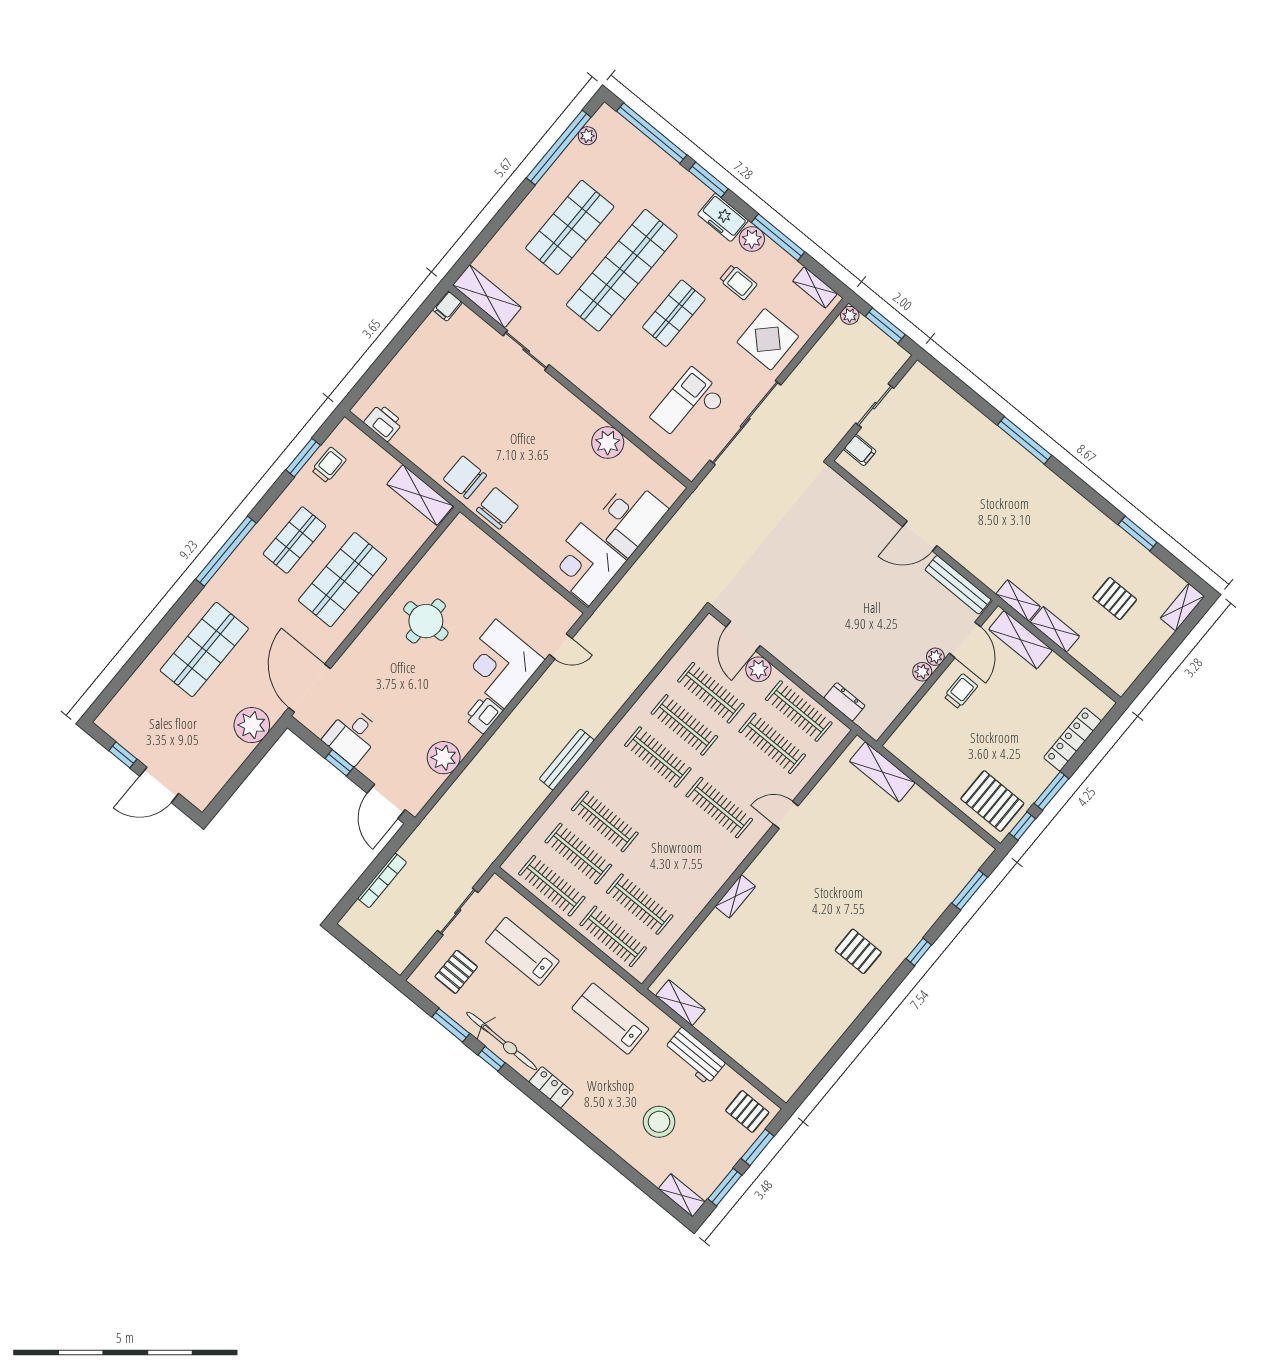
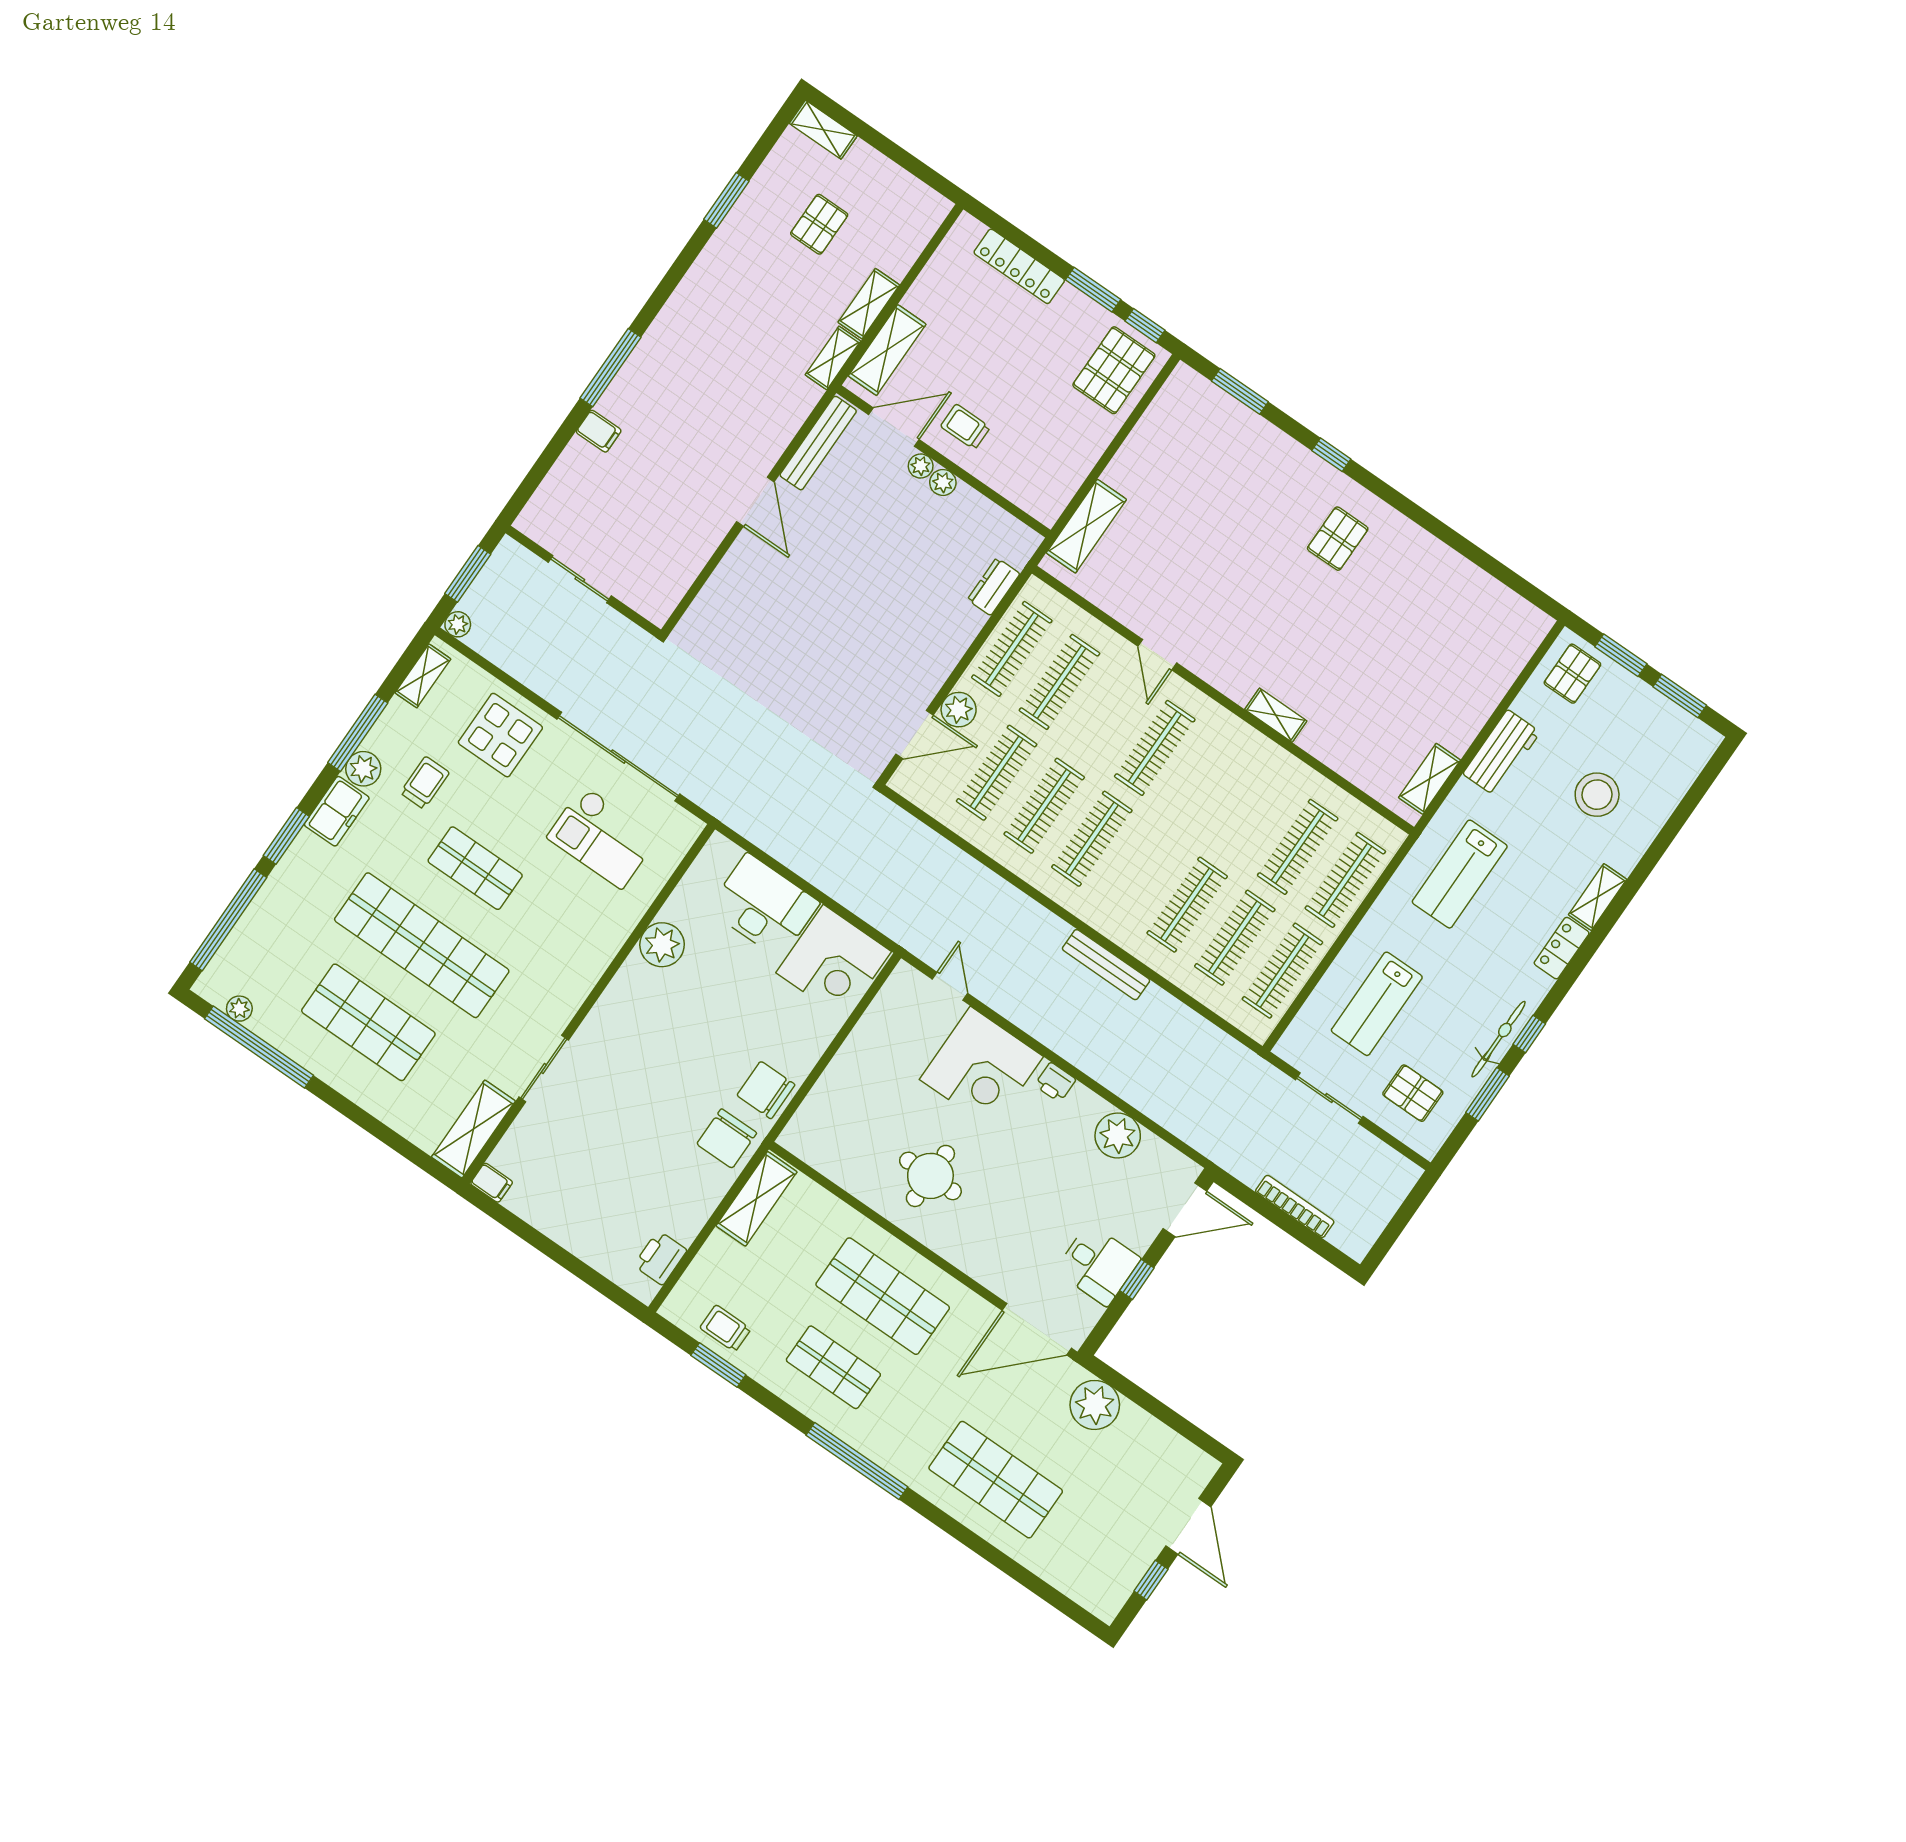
filing cabinet: (860, 450) -> (599, 431), moved, turned 90
printer: (483, 715) -> (1055, 1082), width x0.73, depth x0.81
bicycle: (502, 1041) -> (1499, 1039), width x0.73, depth x0.71
shelving: (682, 1195) -> (1598, 897), moved

